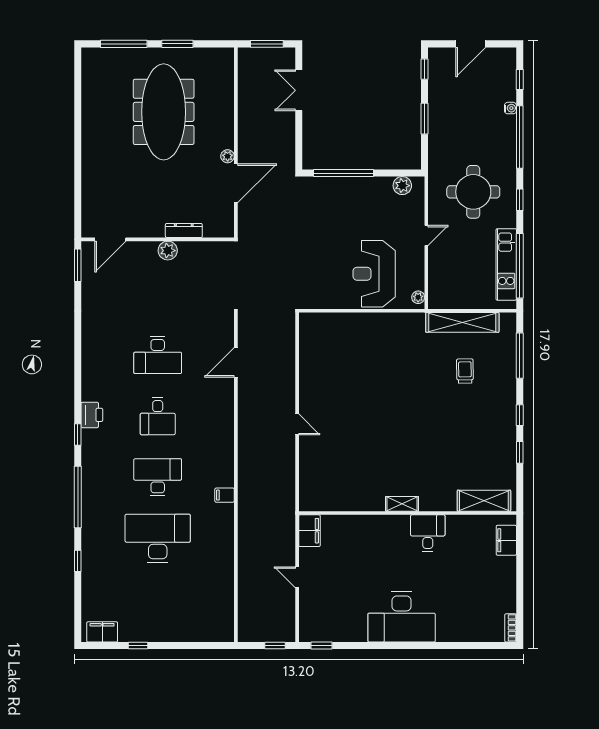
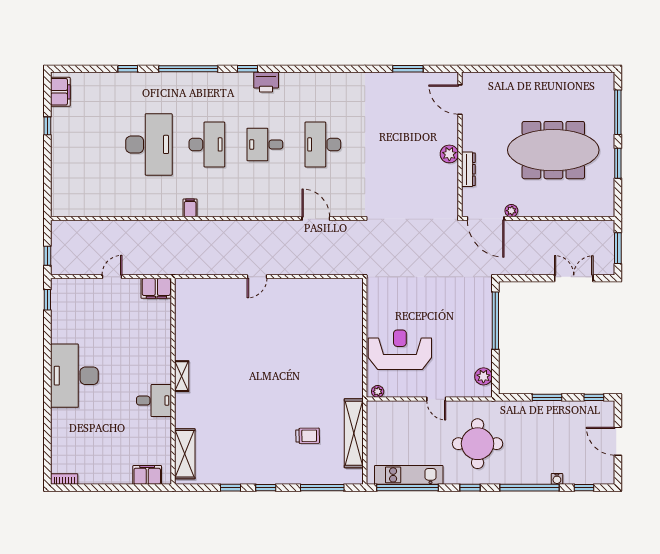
dresser: (184, 230) -> (468, 169), moved
door: (110, 239) -> (460, 100), moved
wall: (158, 239) -> (460, 144), moved
plant: (168, 251) -> (449, 154), moved

